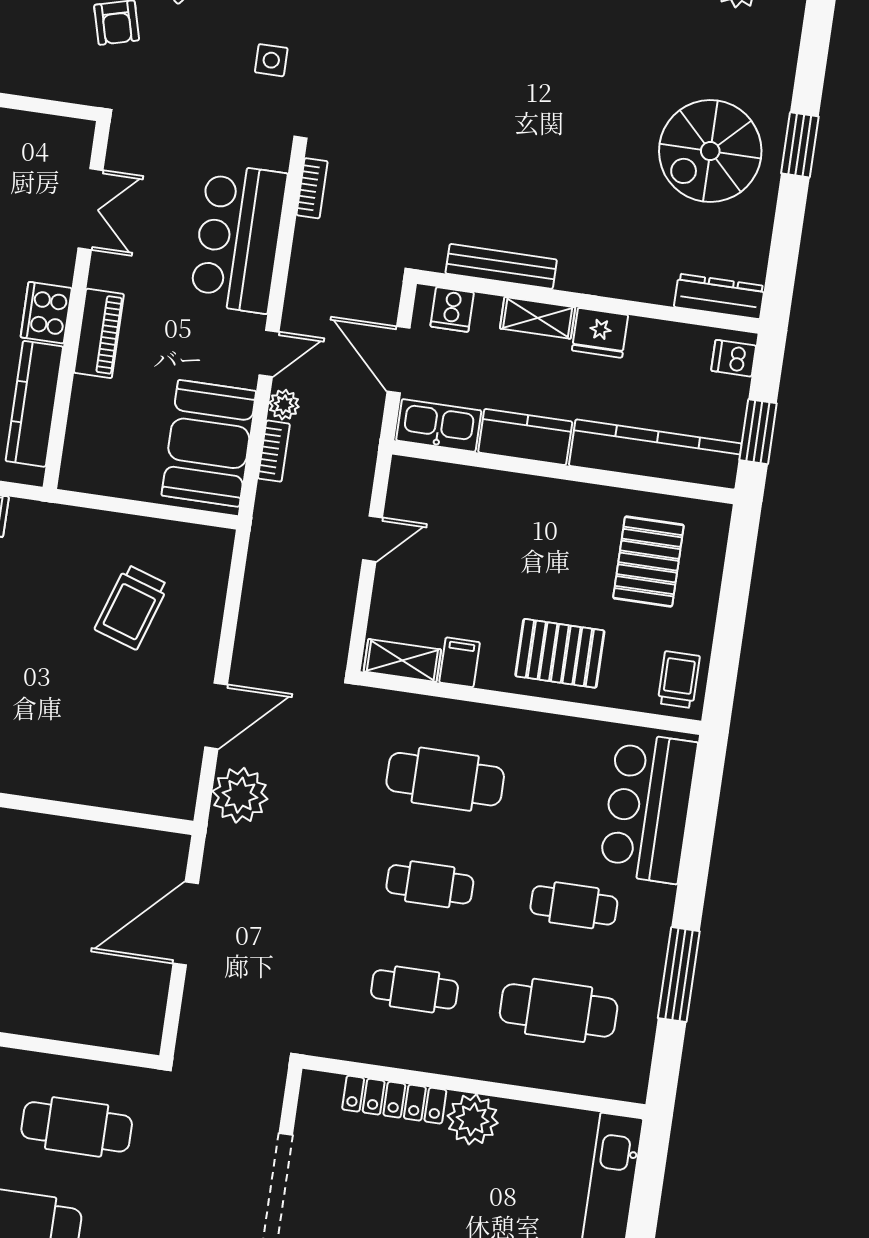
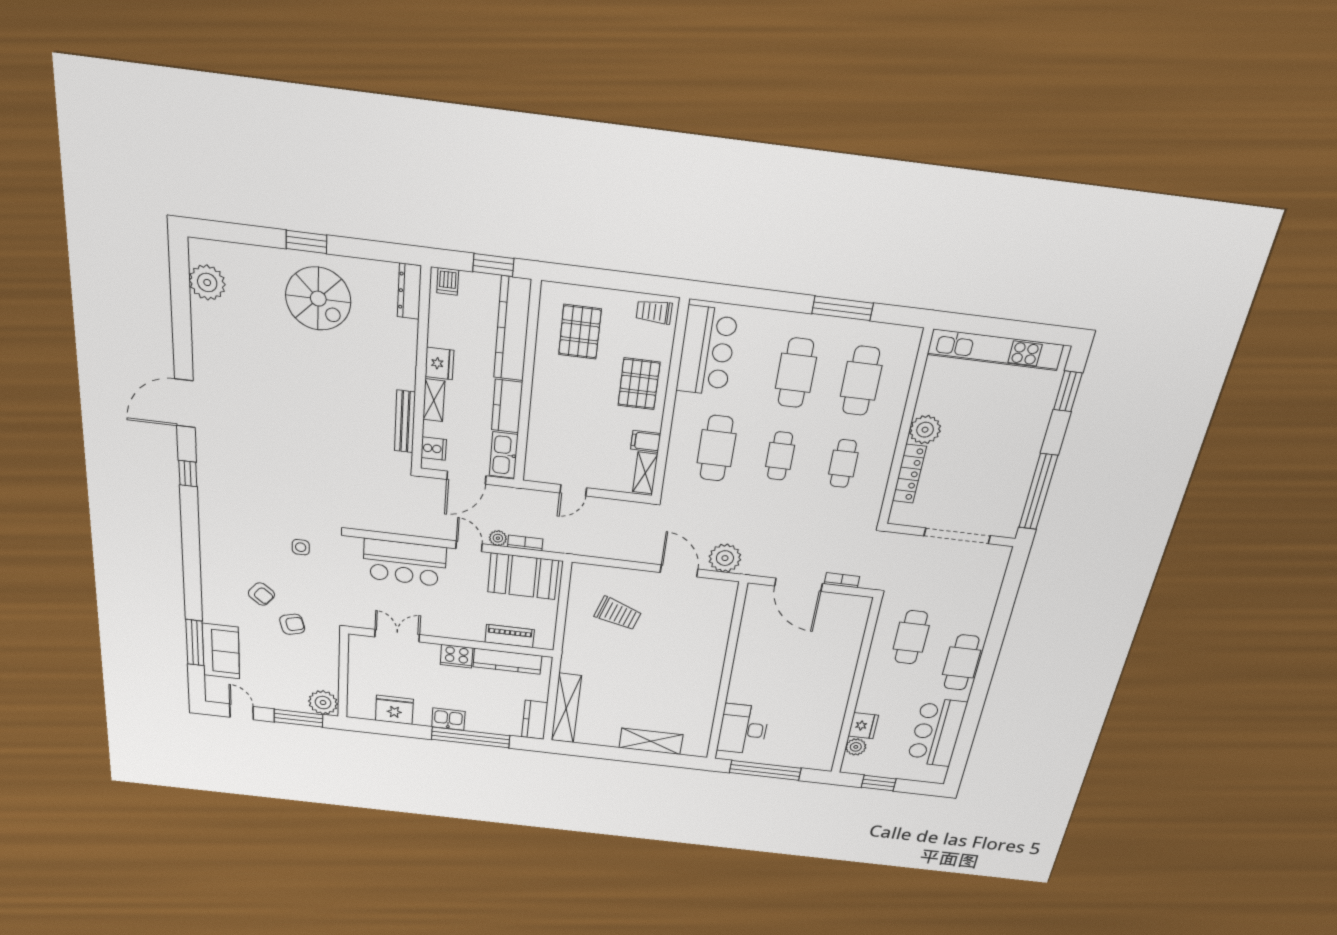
bookcase: (312, 188) -> (842, 580), moved
piano: (99, 333) -> (510, 636), moved
door: (372, 539) -> (573, 490), swing flipped
pallet: (648, 562) -> (580, 332), turned 90
bar counter: (648, 808) -> (707, 351), moved, turned -90
cafe table: (574, 905) -> (796, 373), width x1.37, depth x1.35

